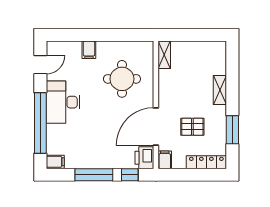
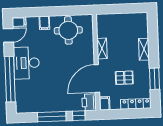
shelving: (164, 55) -> (102, 49), moved
round table: (122, 79) -> (68, 30), moved
filing cabinet: (55, 162) -> (19, 22), moved

